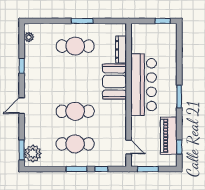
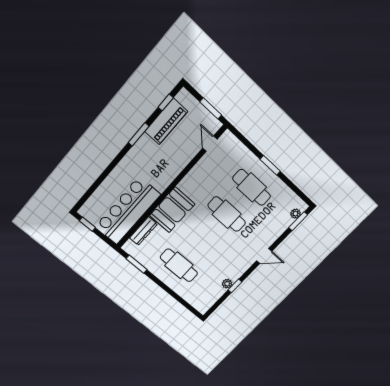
window: (82, 21) -> (137, 264), moved
plant: (29, 37) -> (227, 284), moved
bar counter: (144, 85) -> (128, 211), moved
window: (179, 96) -> (139, 134), moved
plant: (33, 153) -> (295, 214), width x0.53, depth x0.53
window: (101, 169) -> (250, 146), removed

